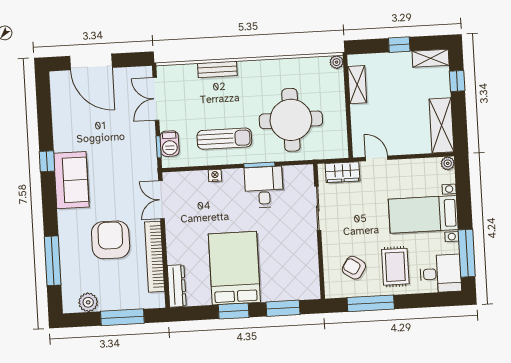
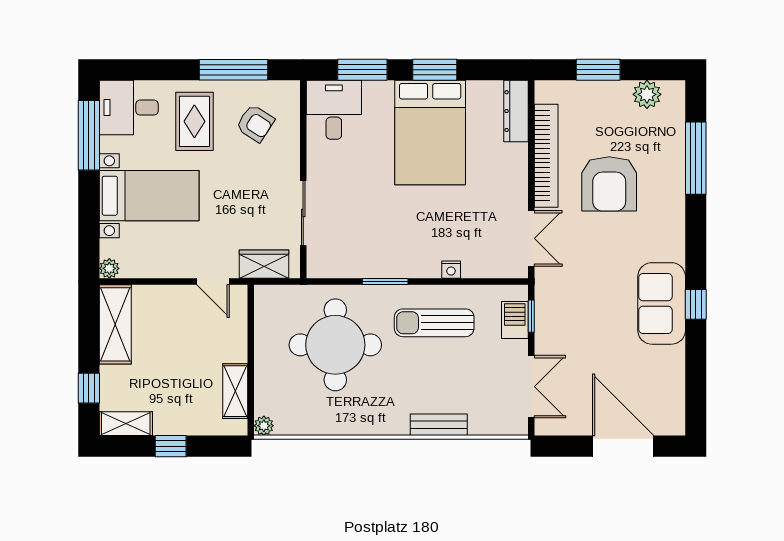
sofa: (71, 180) -> (662, 303), moved
desk: (264, 187) -> (334, 110), moved, turned 180
window: (122, 317) -> (598, 70), width x0.69

